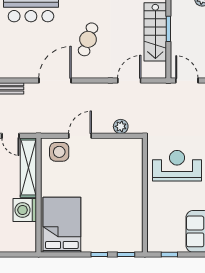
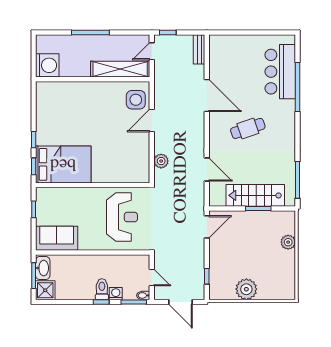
cafe table: (88, 39) -> (248, 128), turned -38
door: (80, 136) -> (152, 121), swing flipped
washing machine: (25, 210) -> (47, 65), moved, turned 90
bed: (62, 225) -> (63, 164), moved

